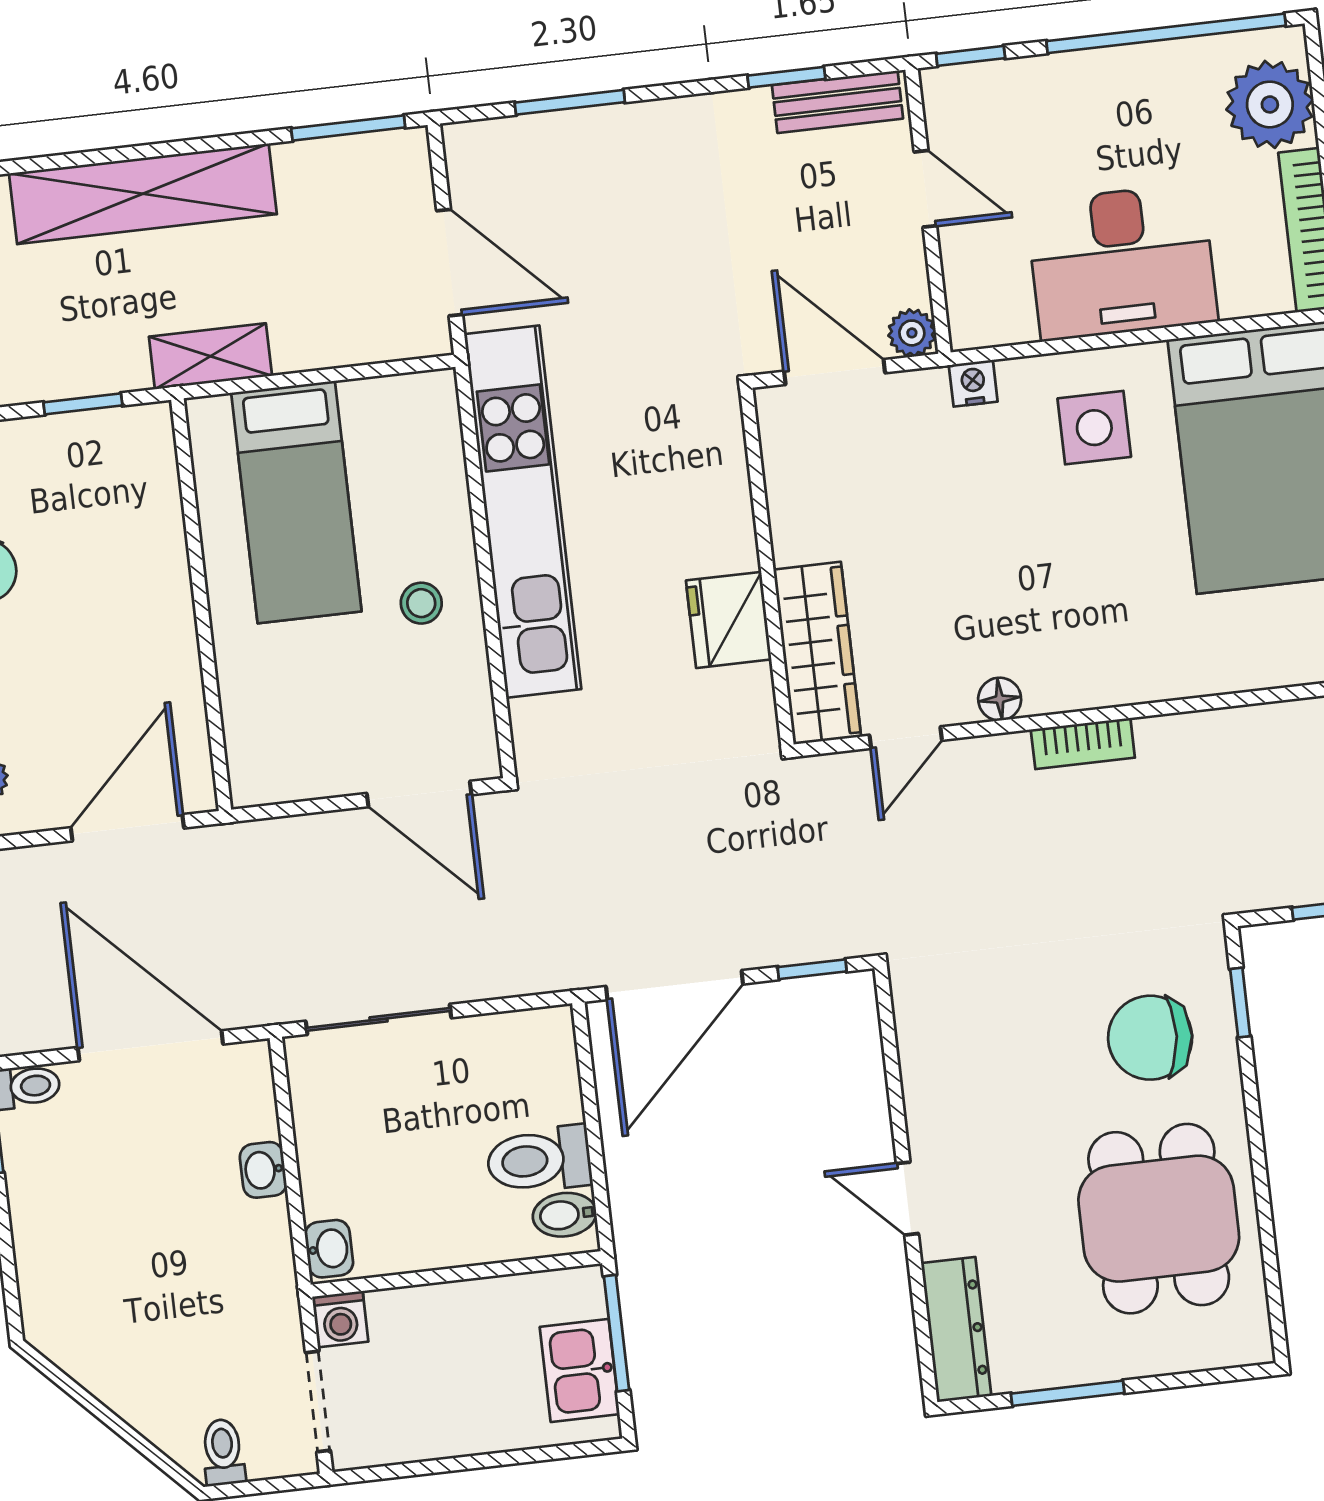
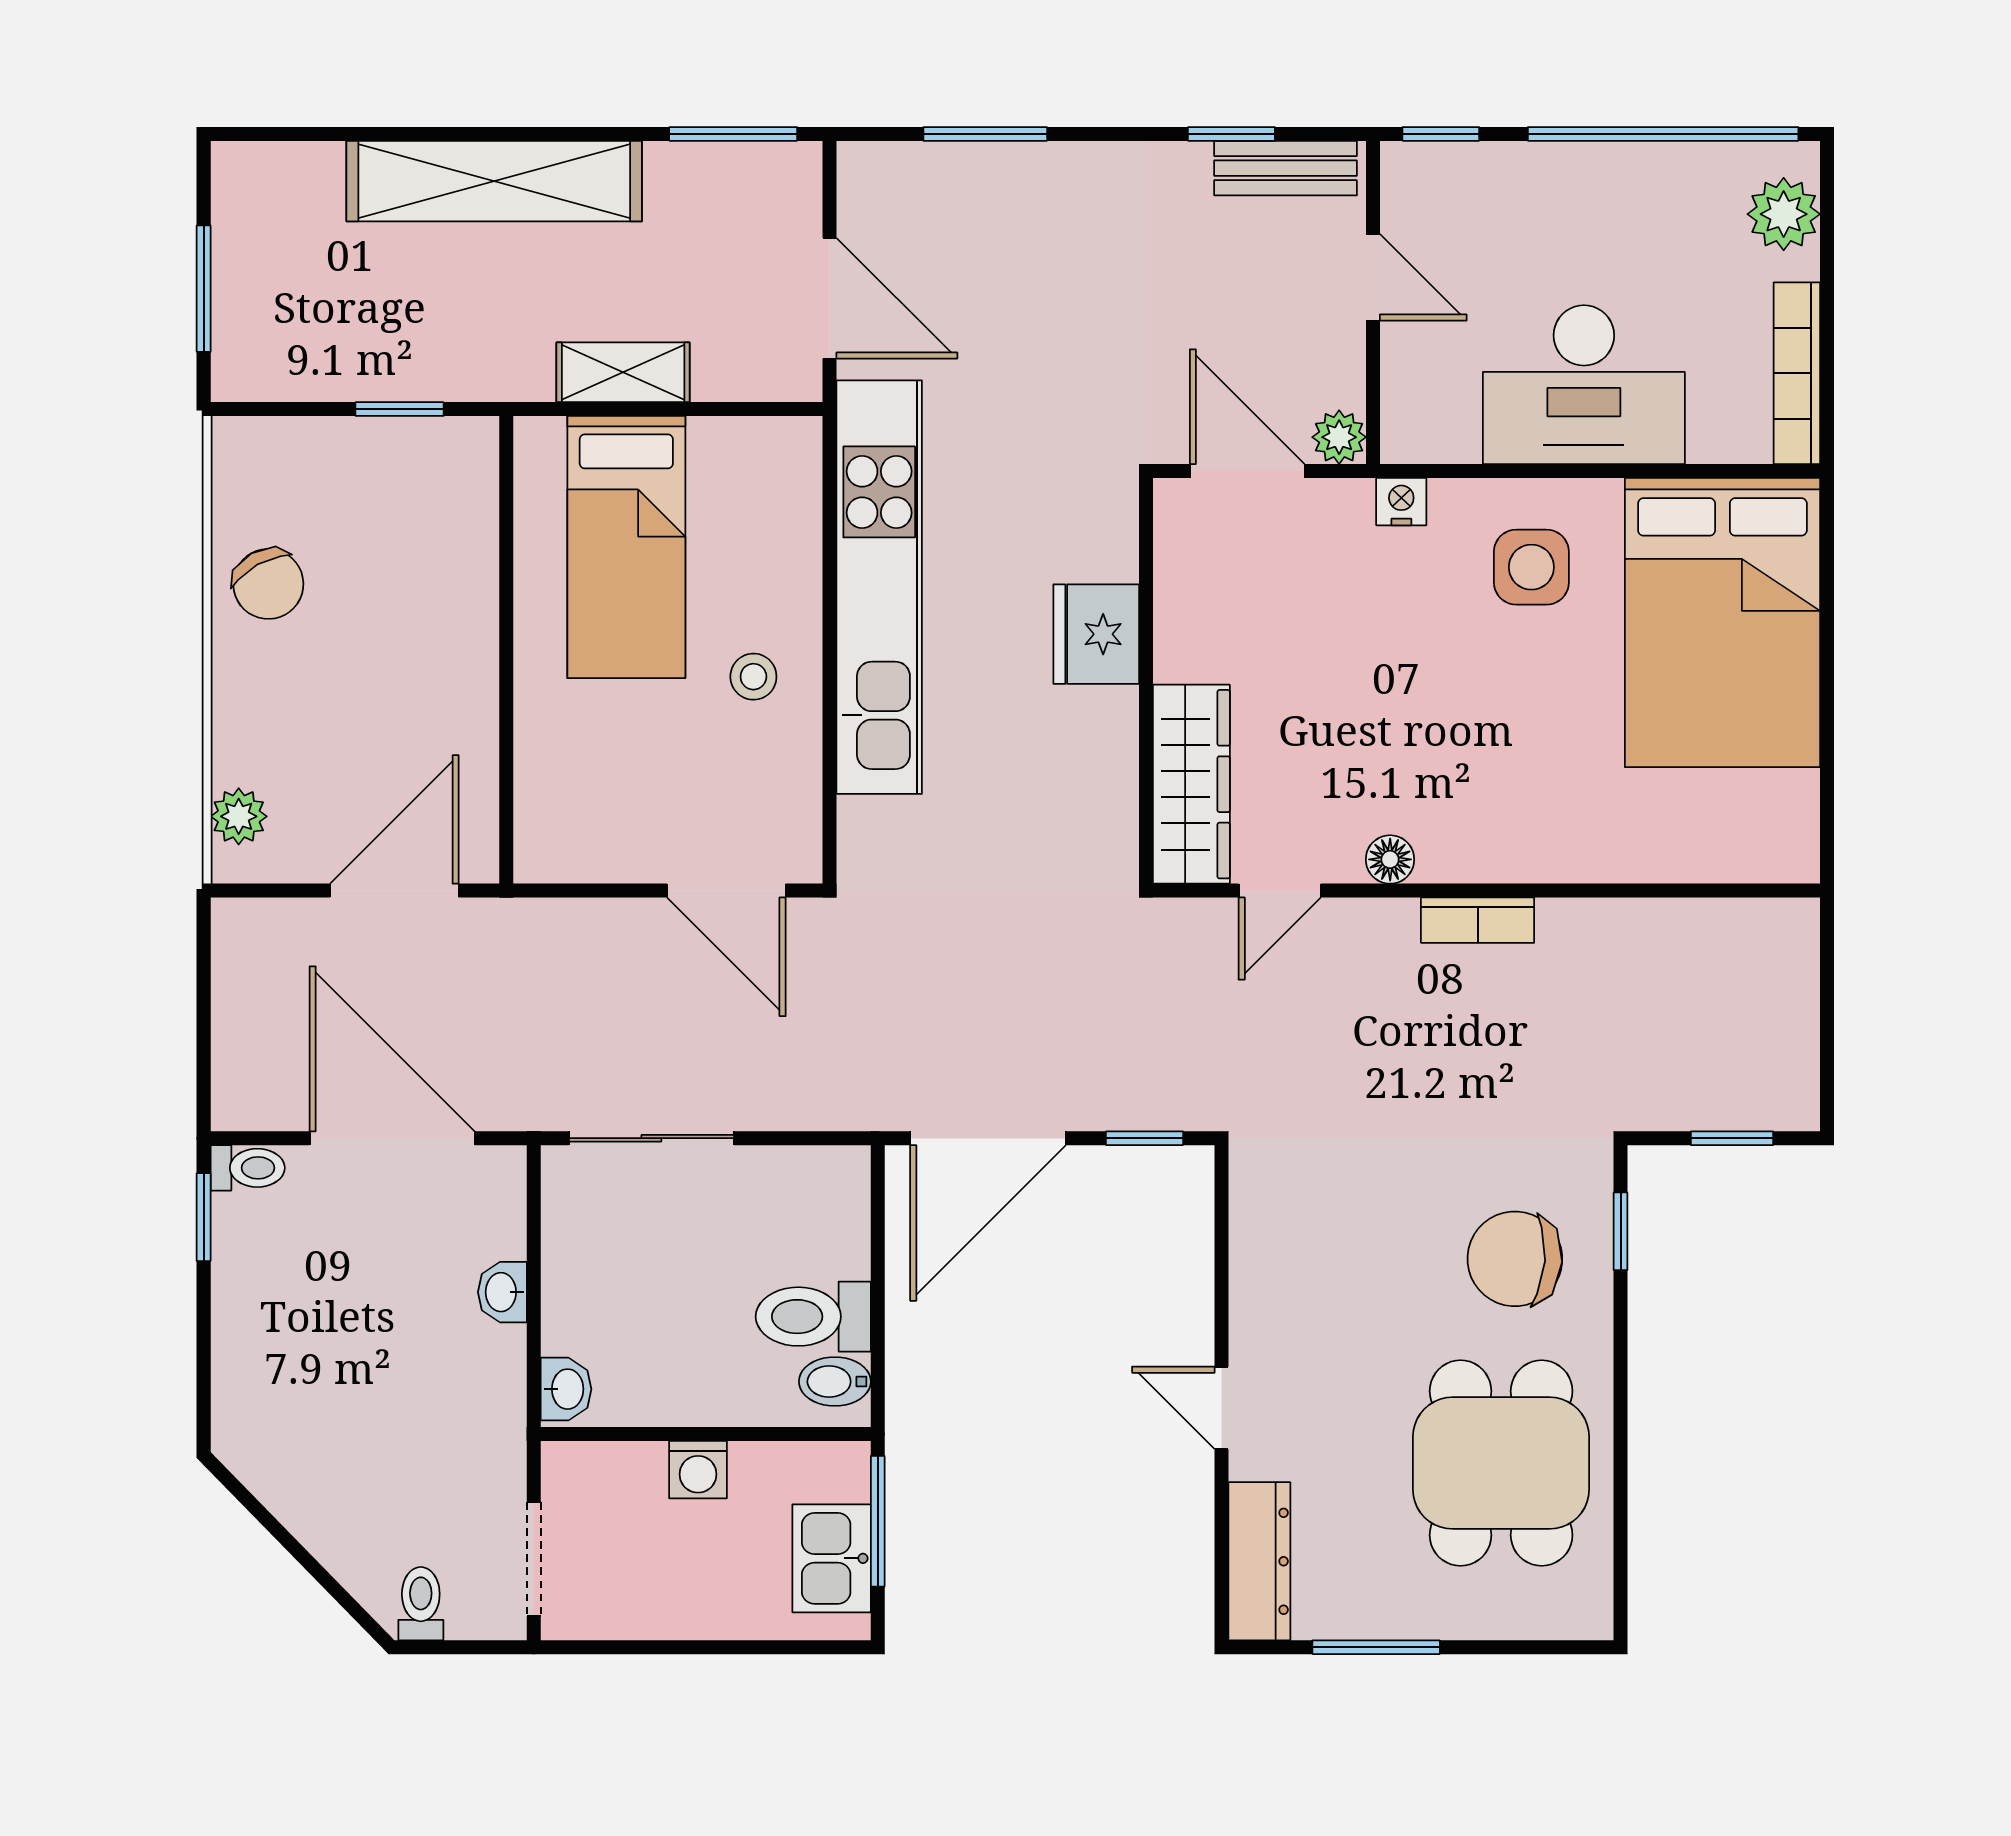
plant: (1270, 104) -> (1784, 214), width x0.73, depth x0.73
shelving: (210, 356) -> (623, 372), moved
fridge: (729, 620) -> (1096, 634), moved
washing machine: (340, 1319) -> (698, 1470), moved

